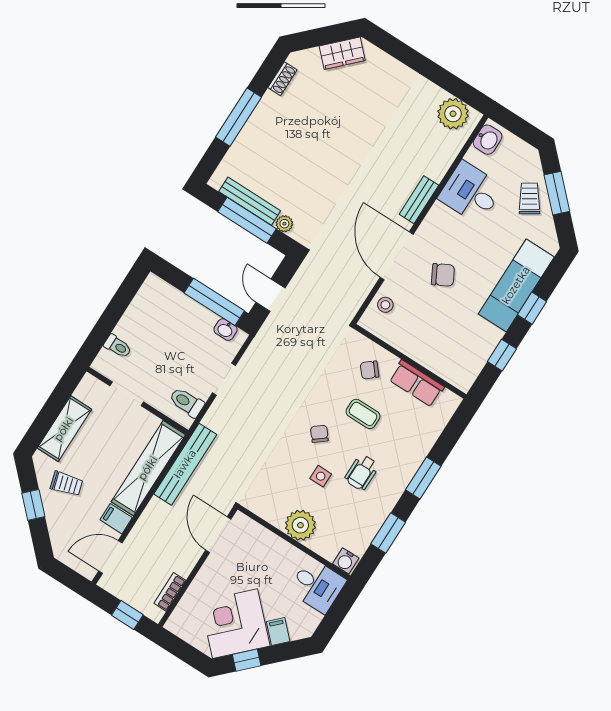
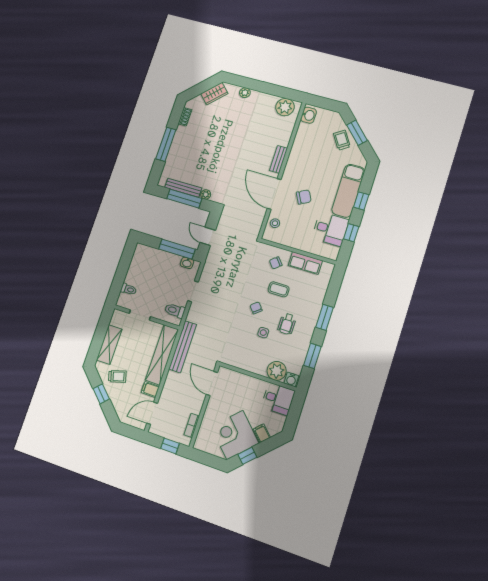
plant: (394, 68) -> (245, 93), added
desk: (471, 192) -> (330, 229), moved, turned 180
plant: (300, 525) -> (277, 371), moved

